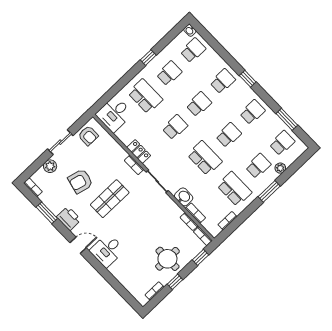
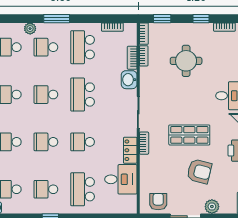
desk: (114, 114) -> (121, 179), moved
round table: (167, 259) -> (186, 61), moved

